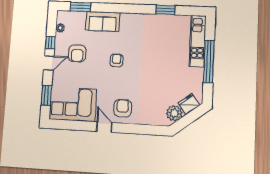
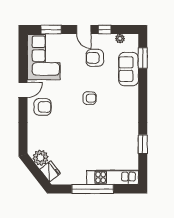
sofa: (103, 21) -> (129, 69), moved

